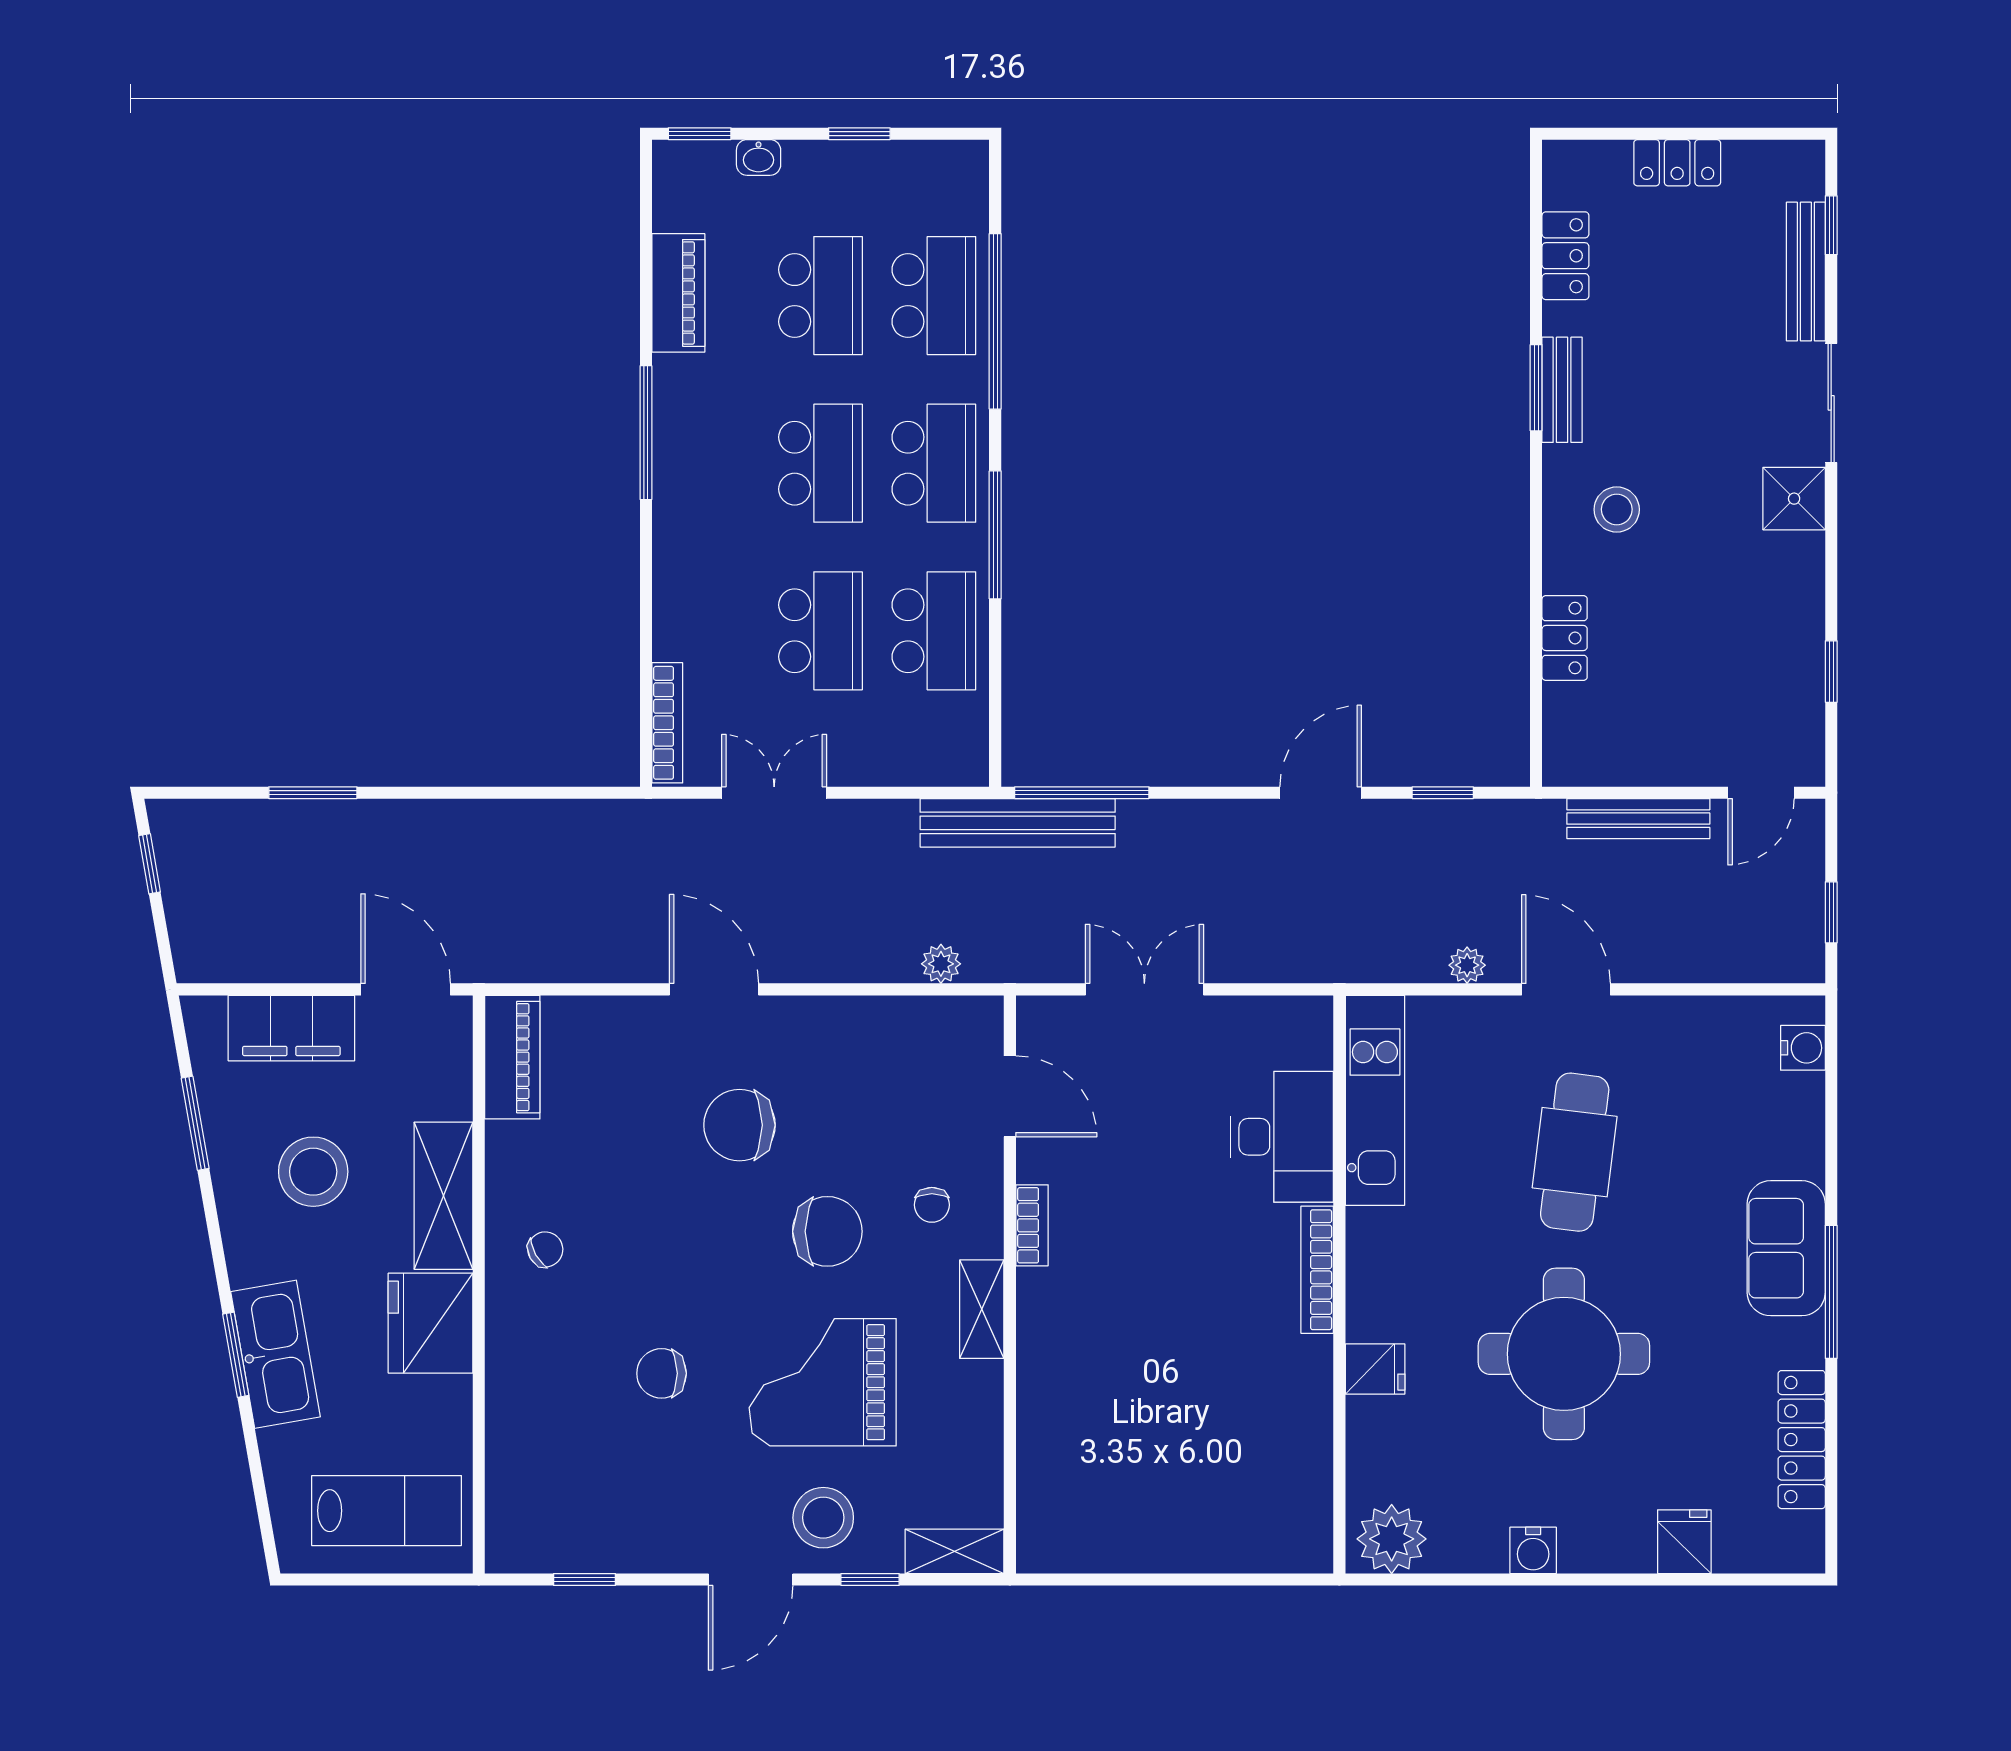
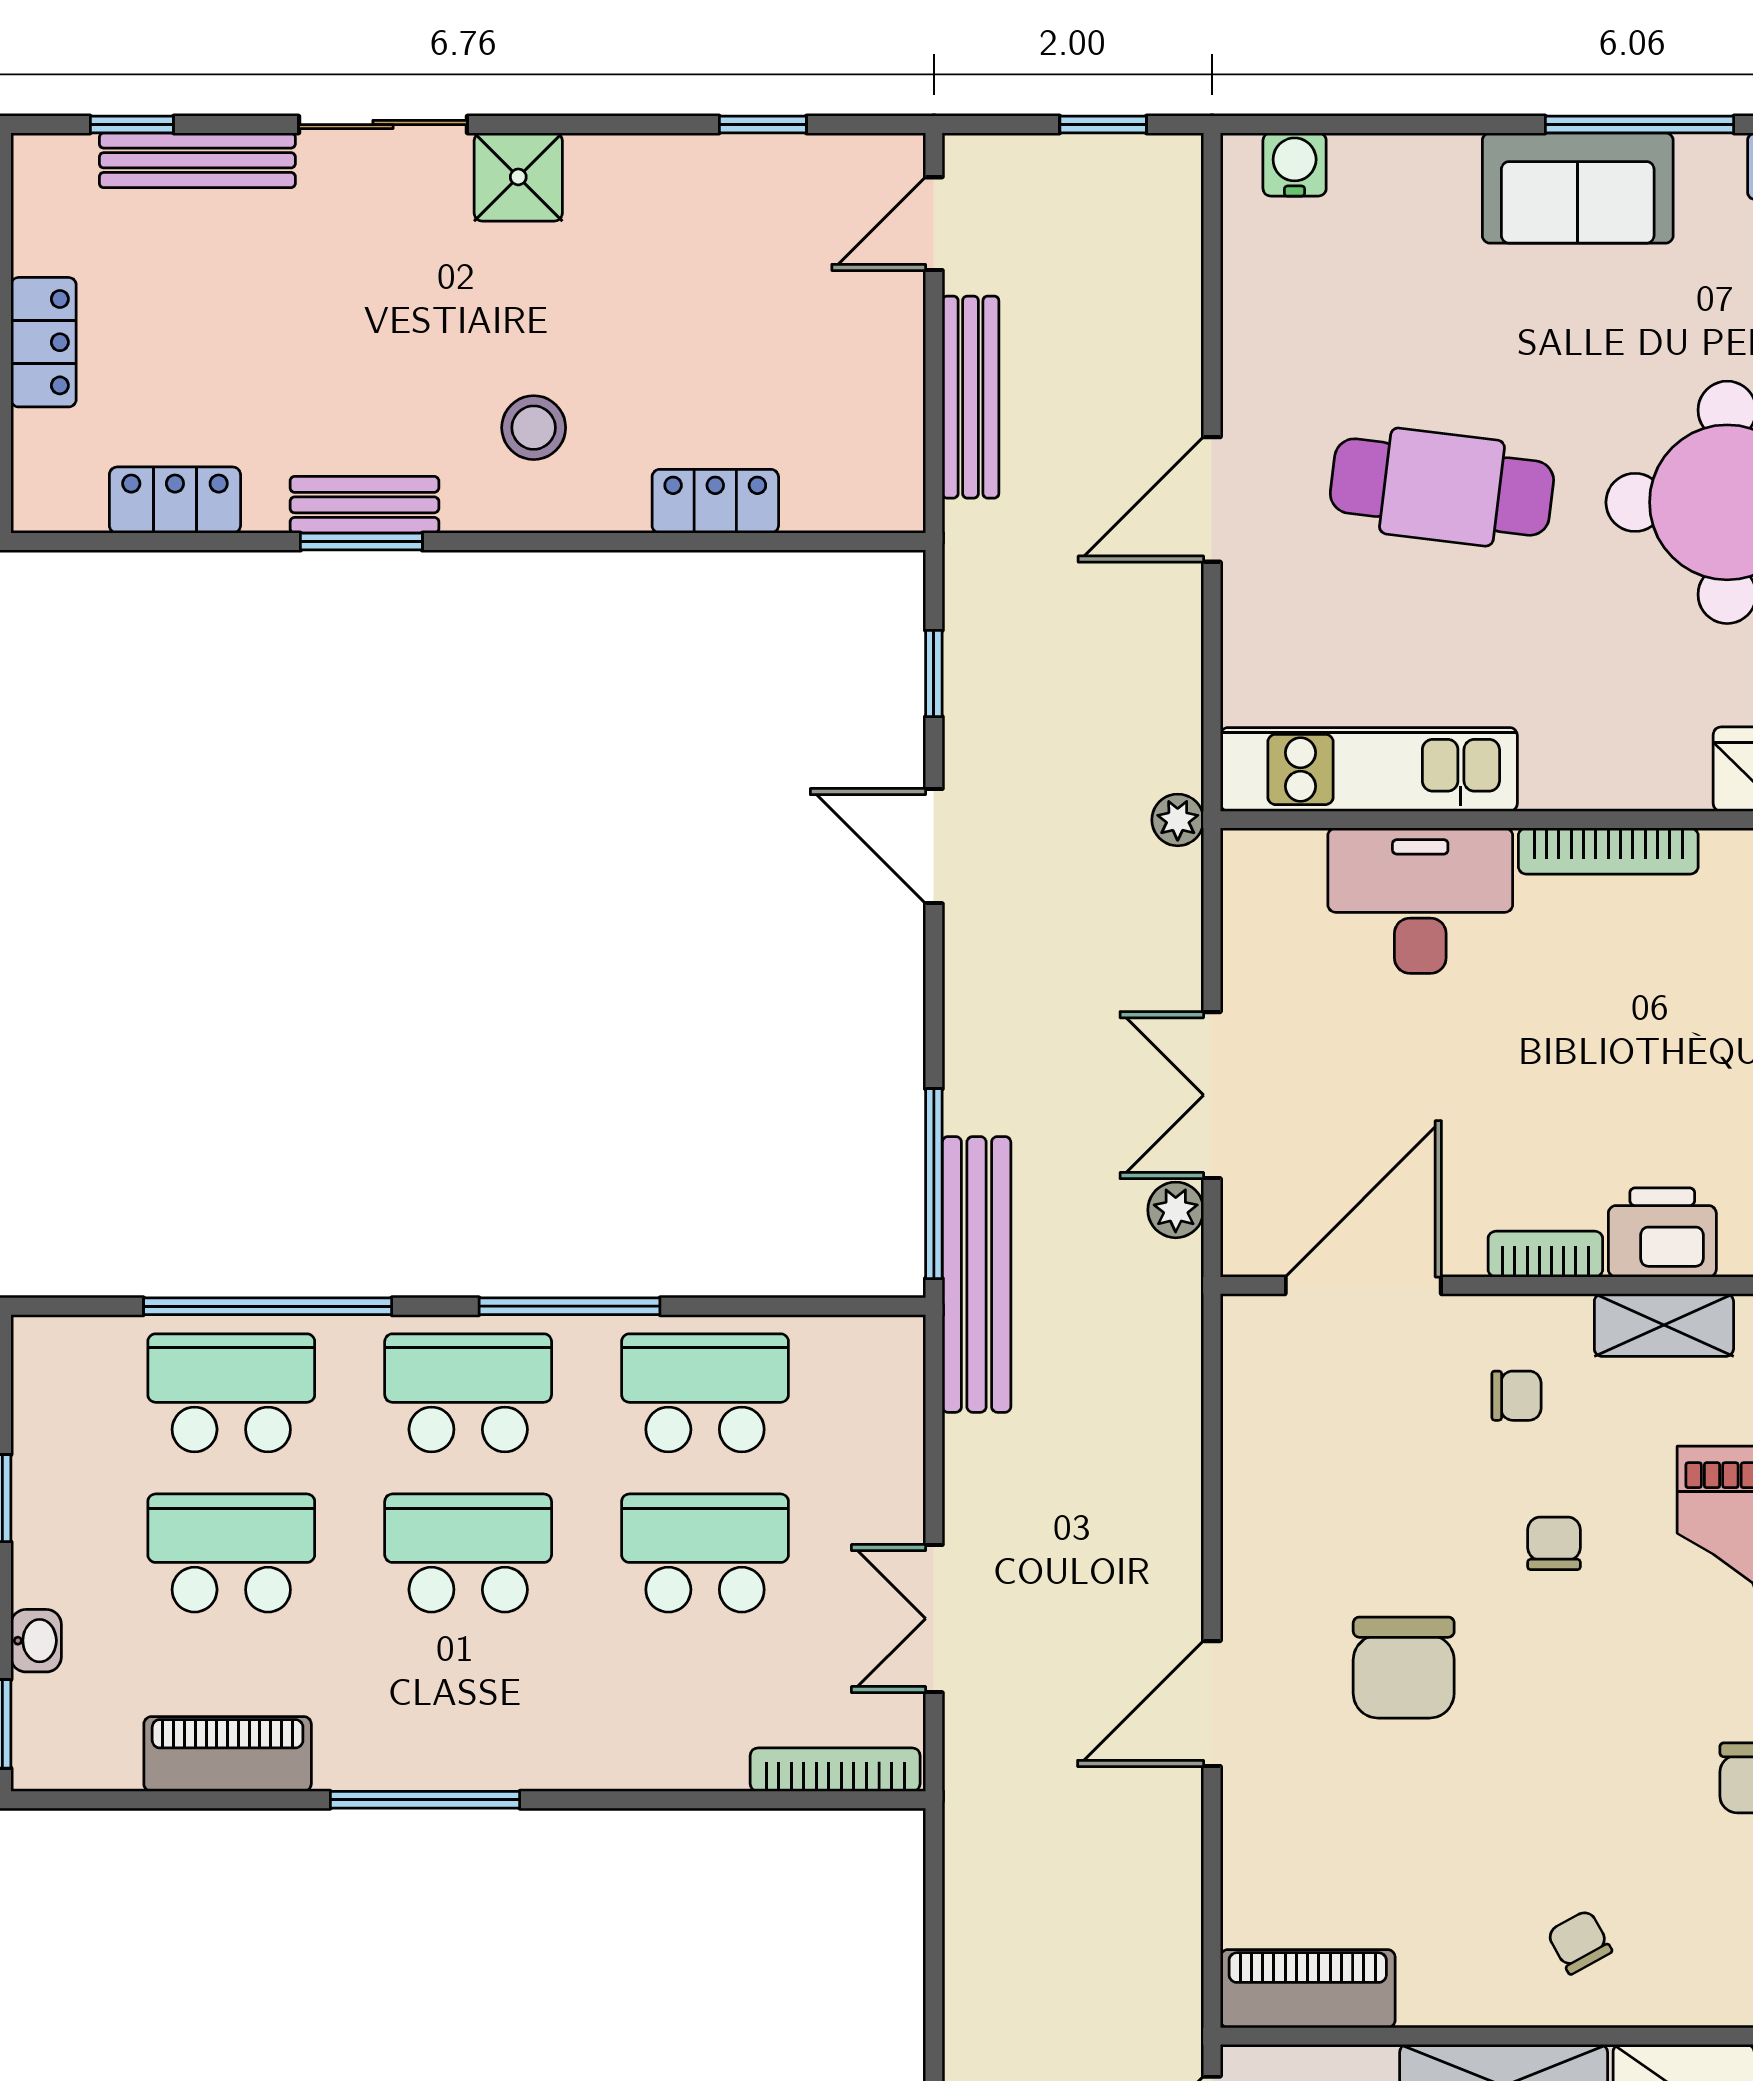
door: (1761, 793) -> (934, 224), swing flipped
plant: (941, 964) -> (1176, 1210), moved
plant: (1467, 965) -> (1178, 820), moved
door: (1010, 1096) -> (1363, 1285), width x1.36
chair: (827, 1231) -> (1554, 1543), width x0.54, depth x0.54
printer: (1047, 1308) -> (1662, 1232), added

